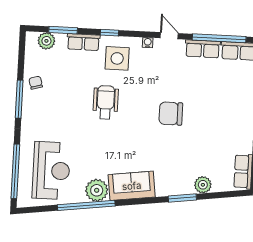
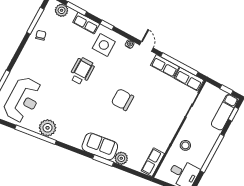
window: (19, 99) -> (35, 21), moved
sofa: (132, 186) -> (100, 146), moved

